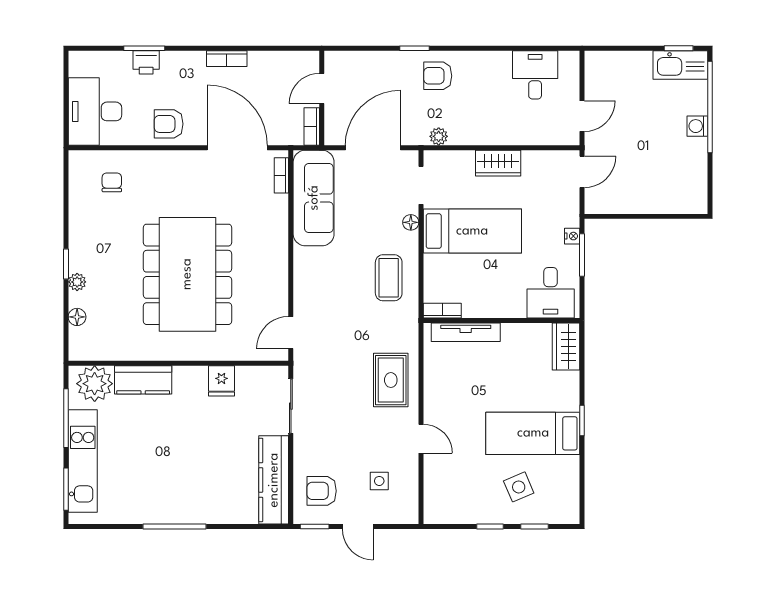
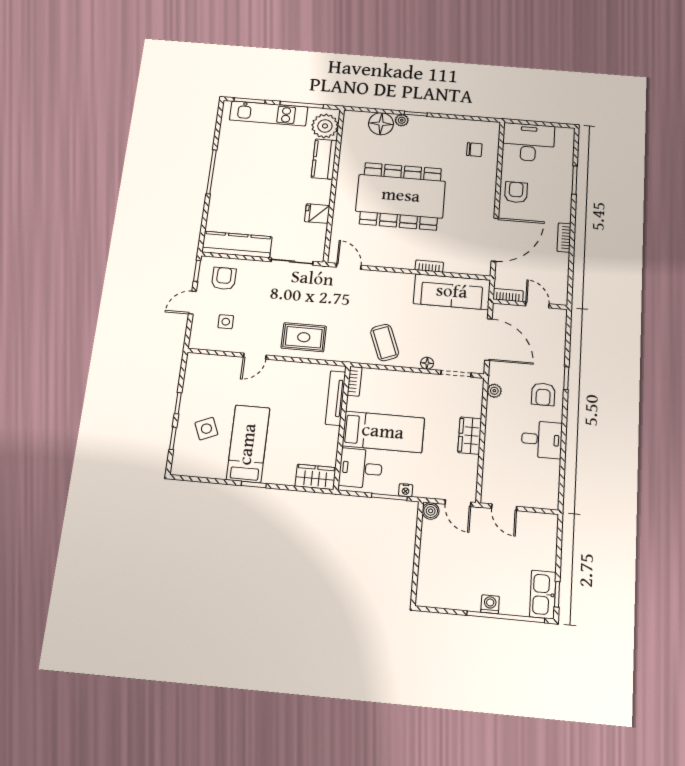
printer: (146, 62) -> (564, 181), removed
desk: (535, 75) -> (542, 439), moved
armchair: (438, 76) -> (543, 394), turned 180
bookcase: (281, 175) -> (429, 266), moved
boiler: (595, 204) -> (431, 511), added
bed: (472, 231) -> (383, 432), moved, turned -90
coffee table: (389, 278) -> (385, 343), turned 69
floor lamp: (77, 317) -> (381, 124), width x1.89, depth x1.89

